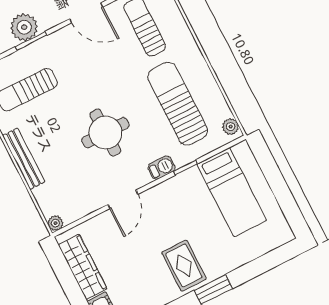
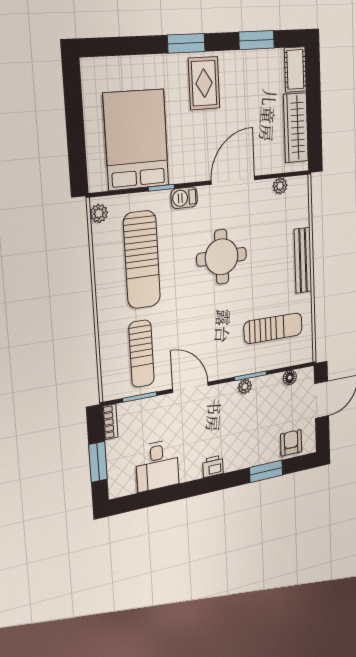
plant: (24, 27) -> (245, 387), width x0.53, depth x0.53
bed: (232, 192) -> (136, 140), width x1.50
door: (123, 199) -> (233, 180), width x1.36
plant: (55, 223) -> (280, 186), moved

